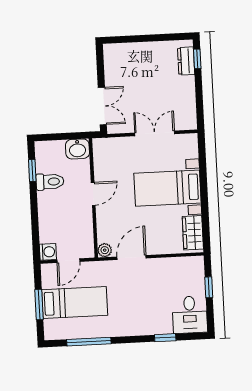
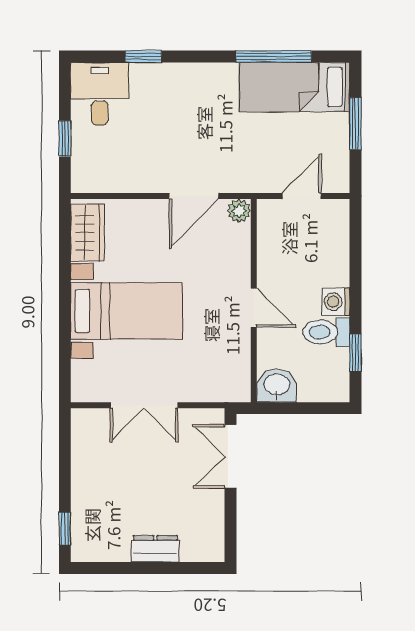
dresser: (186, 61) -> (155, 549), moved, turned -90
door: (93, 194) -> (254, 308), swing flipped
washing machine: (48, 252) -> (336, 302), moved
bed: (75, 302) -> (295, 87), moved

